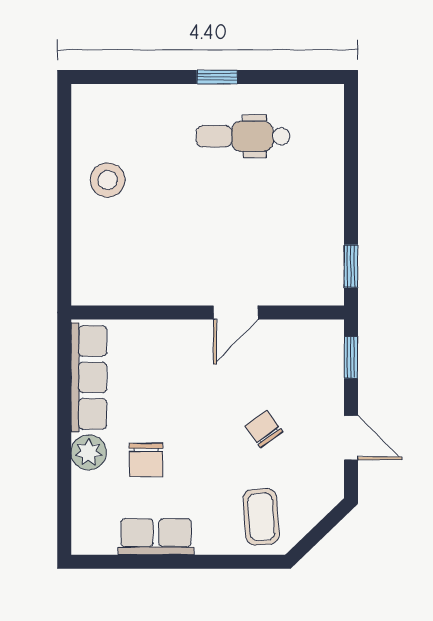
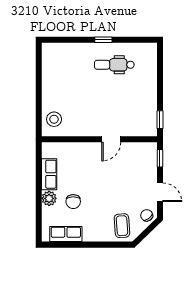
stool: (108, 180) -> (54, 119), moved
row of seats: (89, 377) -> (49, 174), width x0.68
chair: (264, 429) -> (147, 215), moved
row of seats: (156, 537) -> (66, 234), moved

